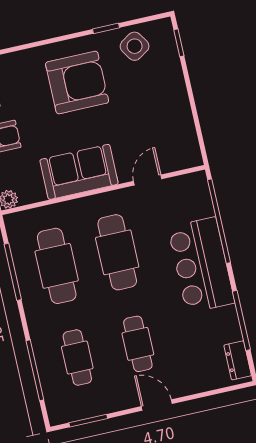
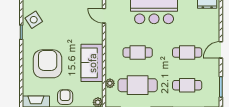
armchair: (77, 83) -> (48, 64), moved
door: (148, 180) -> (104, 16), moved
plant: (49, 214) -> (110, 83), added
cafe table: (117, 252) -> (138, 53), width x0.73, depth x0.74

